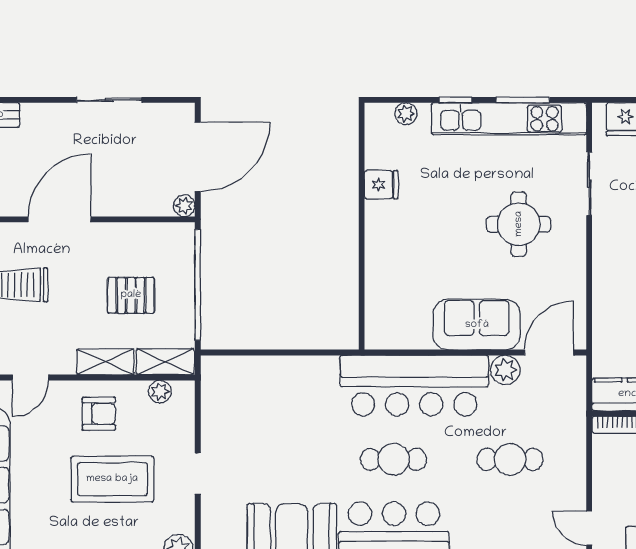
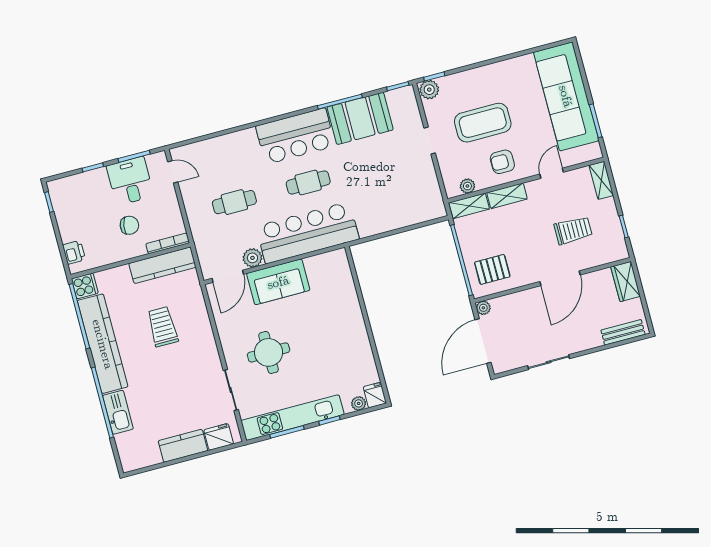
fridge: (381, 185) -> (375, 395), moved, turned 90
pallet: (131, 295) -> (492, 269), moved

